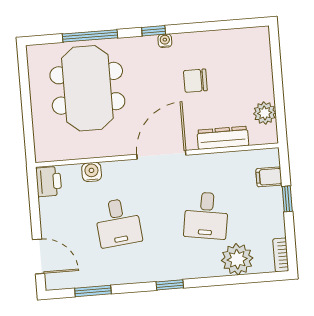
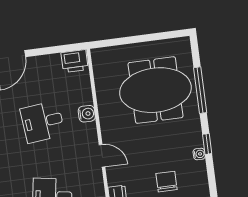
door: (161, 155) -> (102, 156), width x0.53
water cooler: (92, 172) -> (87, 114), moved

